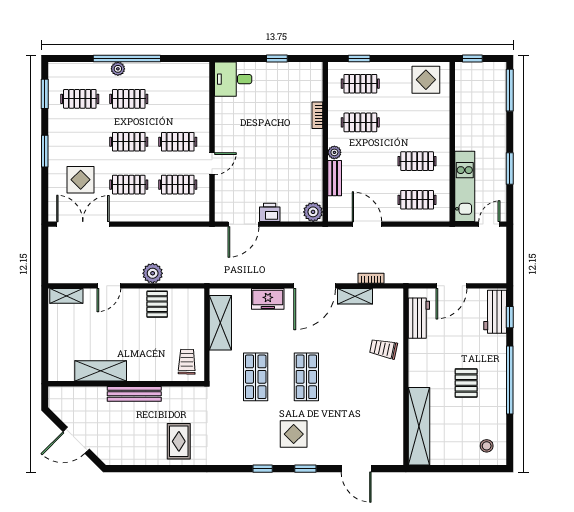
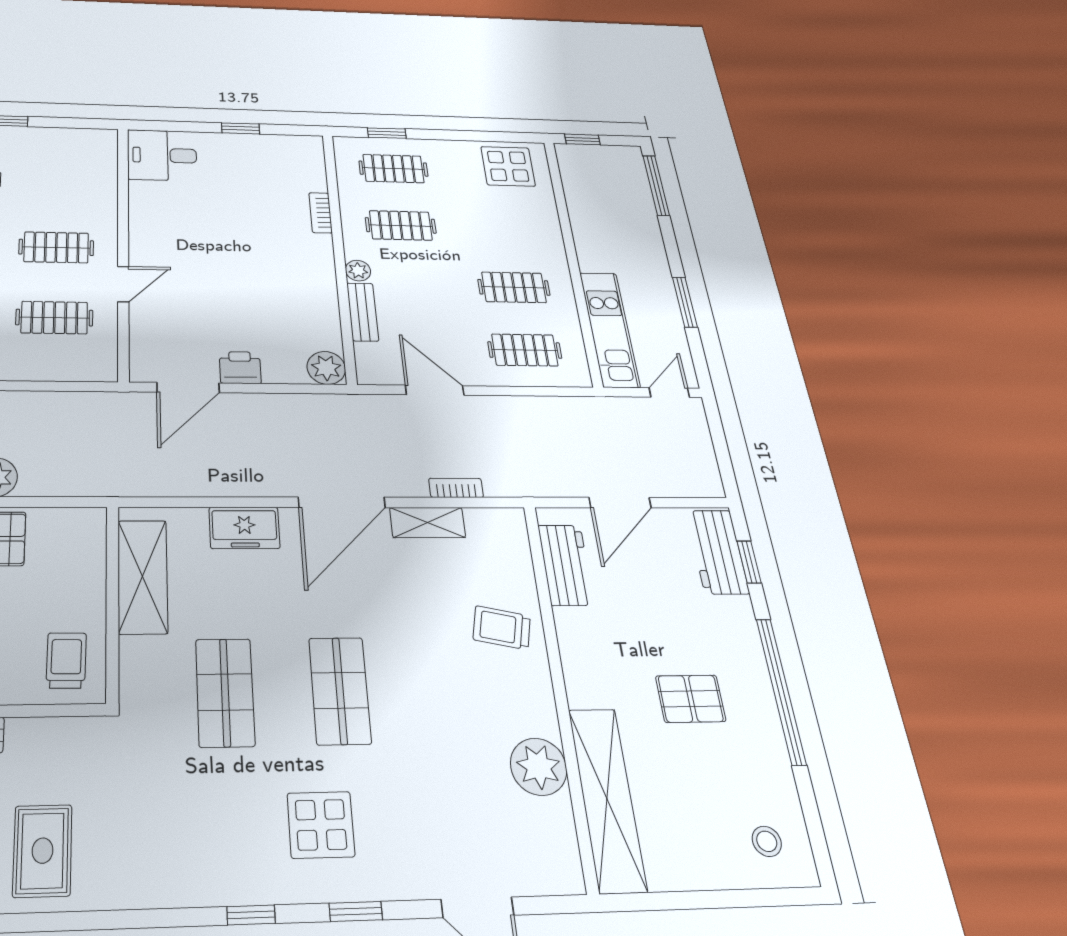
pallet: (466, 383) -> (691, 699), turned 90
plant: (391, 412) -> (539, 767), added

